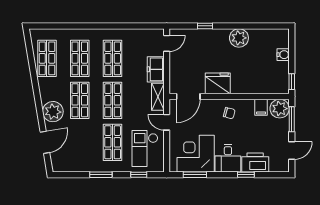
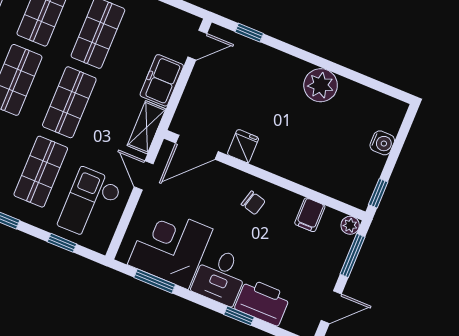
window: (205, 26) -> (249, 33), moved
fridge: (218, 83) -> (243, 146), width x0.53, depth x0.75
plant: (280, 109) -> (350, 225), width x0.53, depth x0.53

